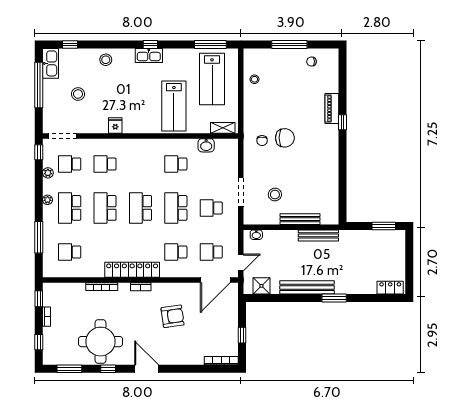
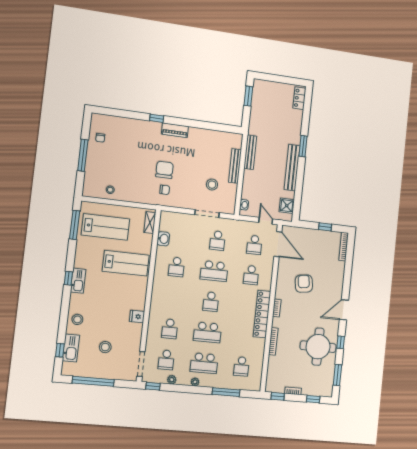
kitchen sink: (51, 63) -> (71, 348), moved, turned 90
piano: (332, 108) -> (175, 130), moved
school desk: (140, 208) -> (211, 302), width x0.54

